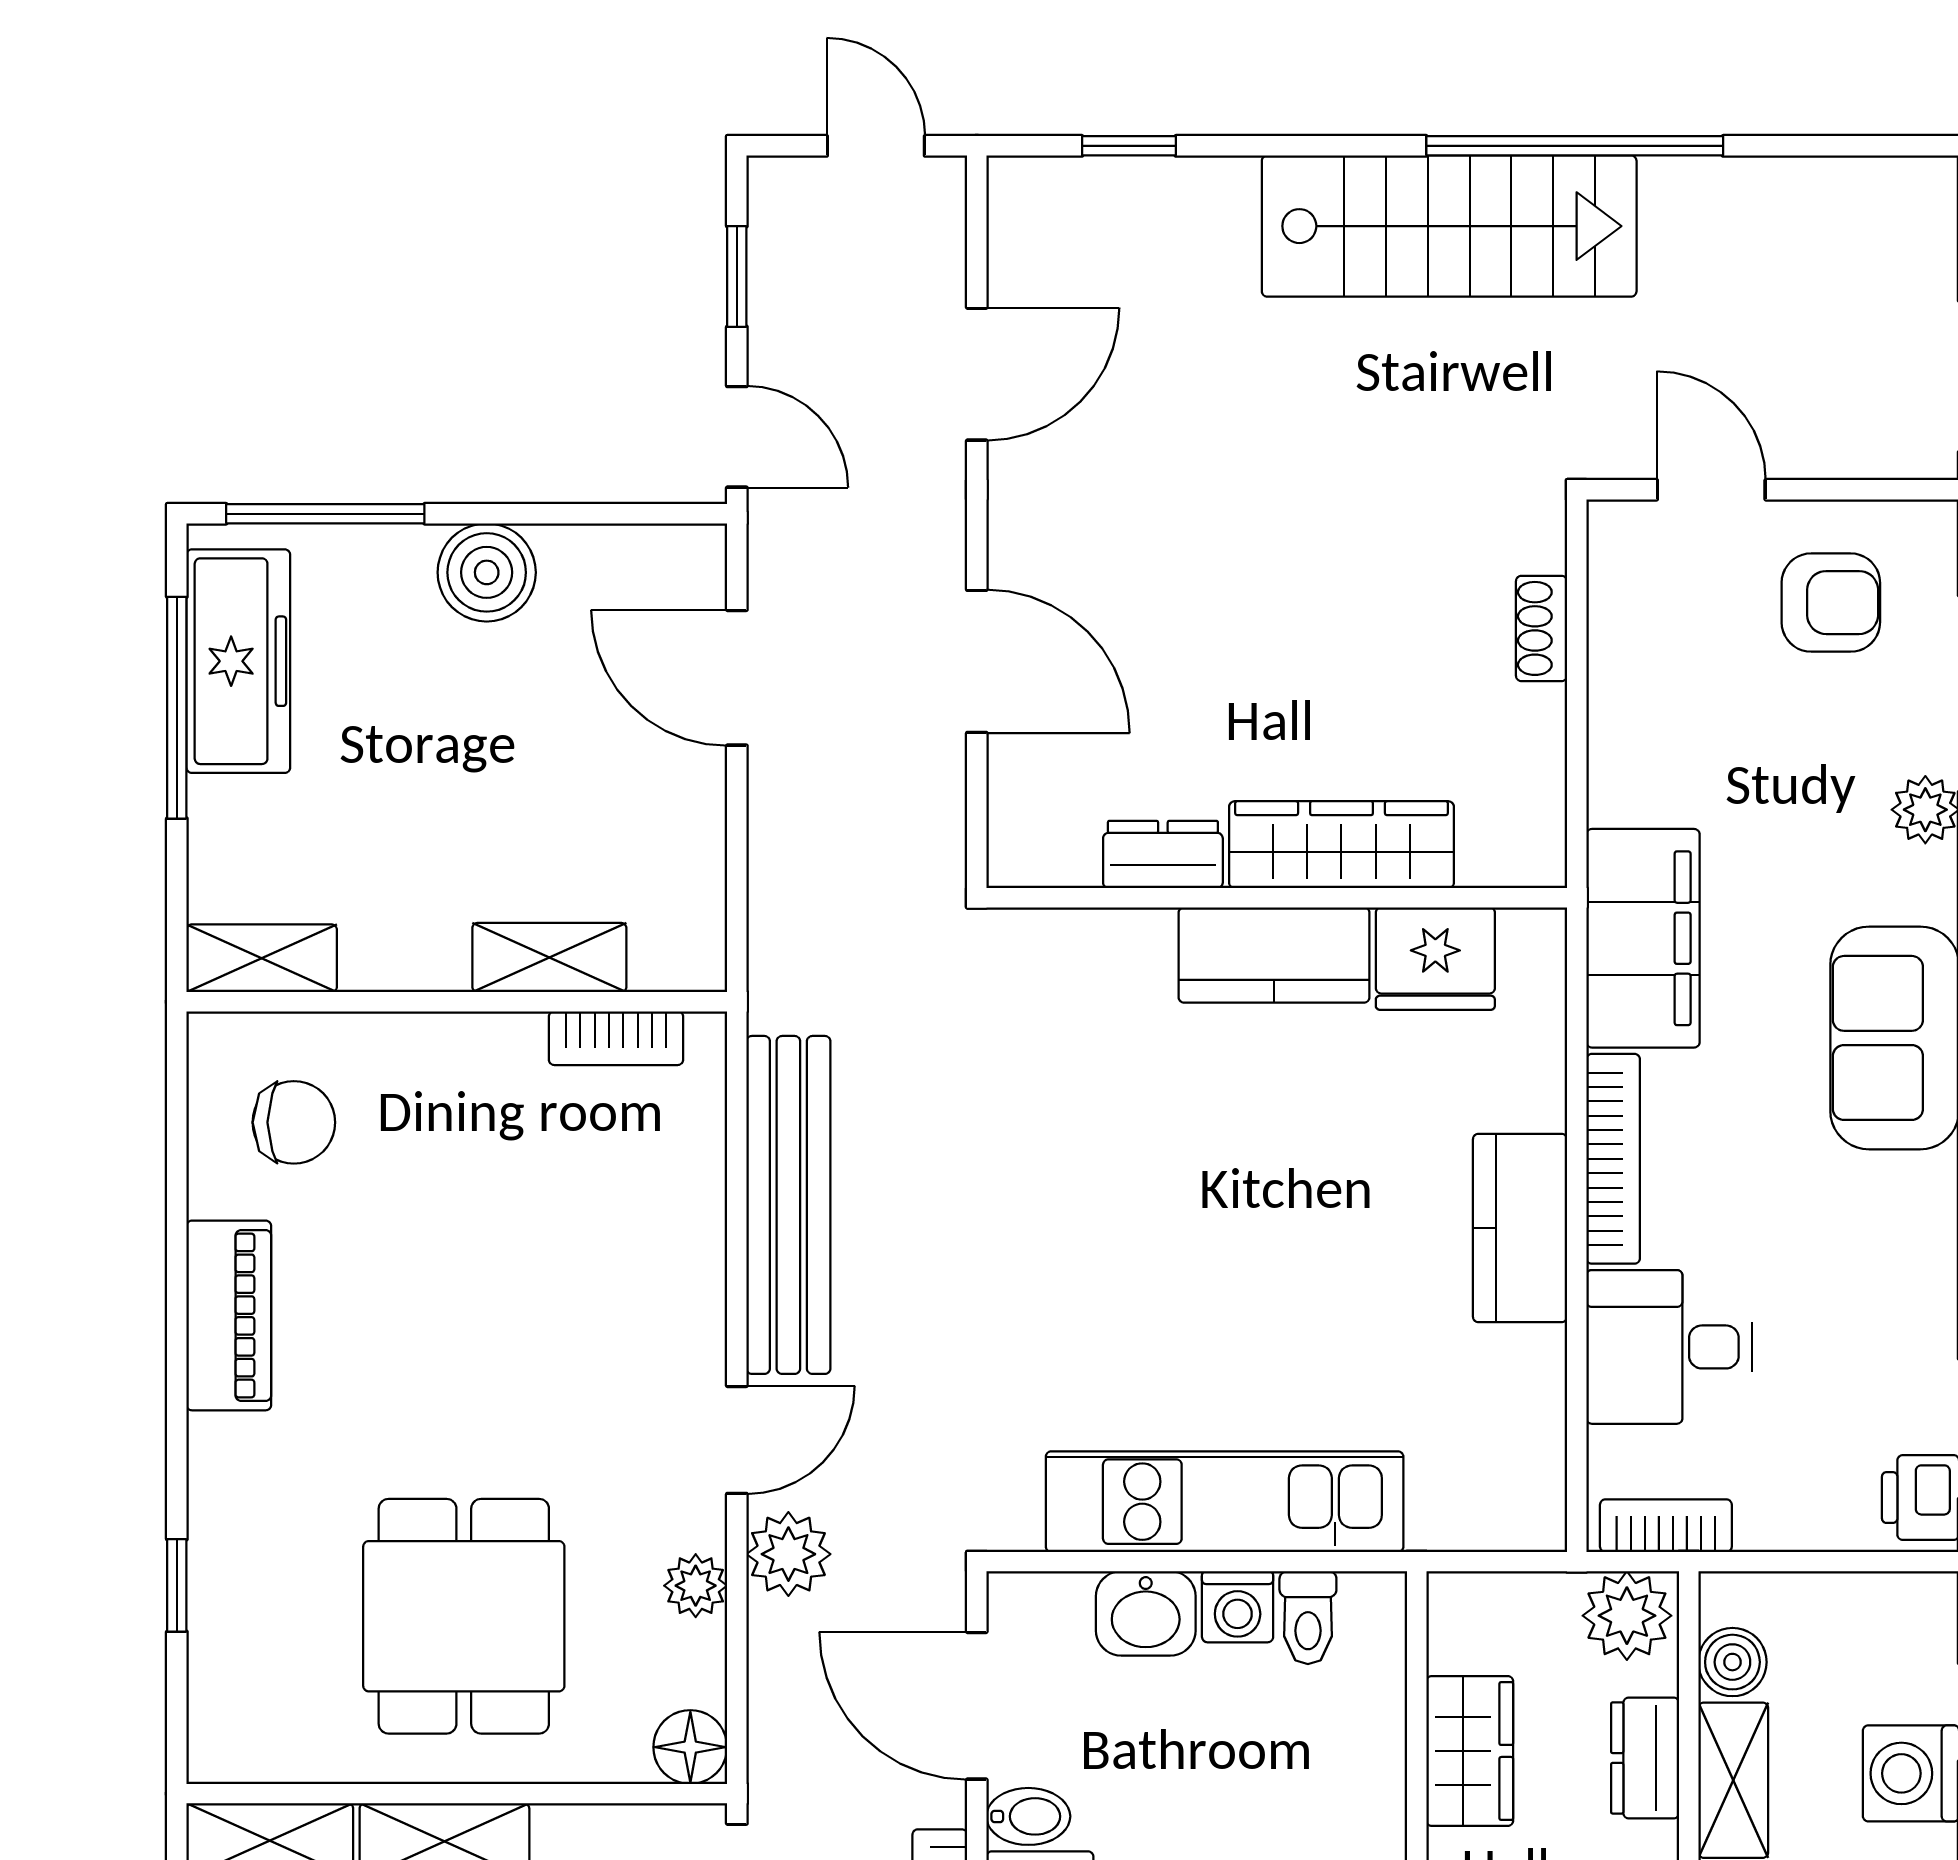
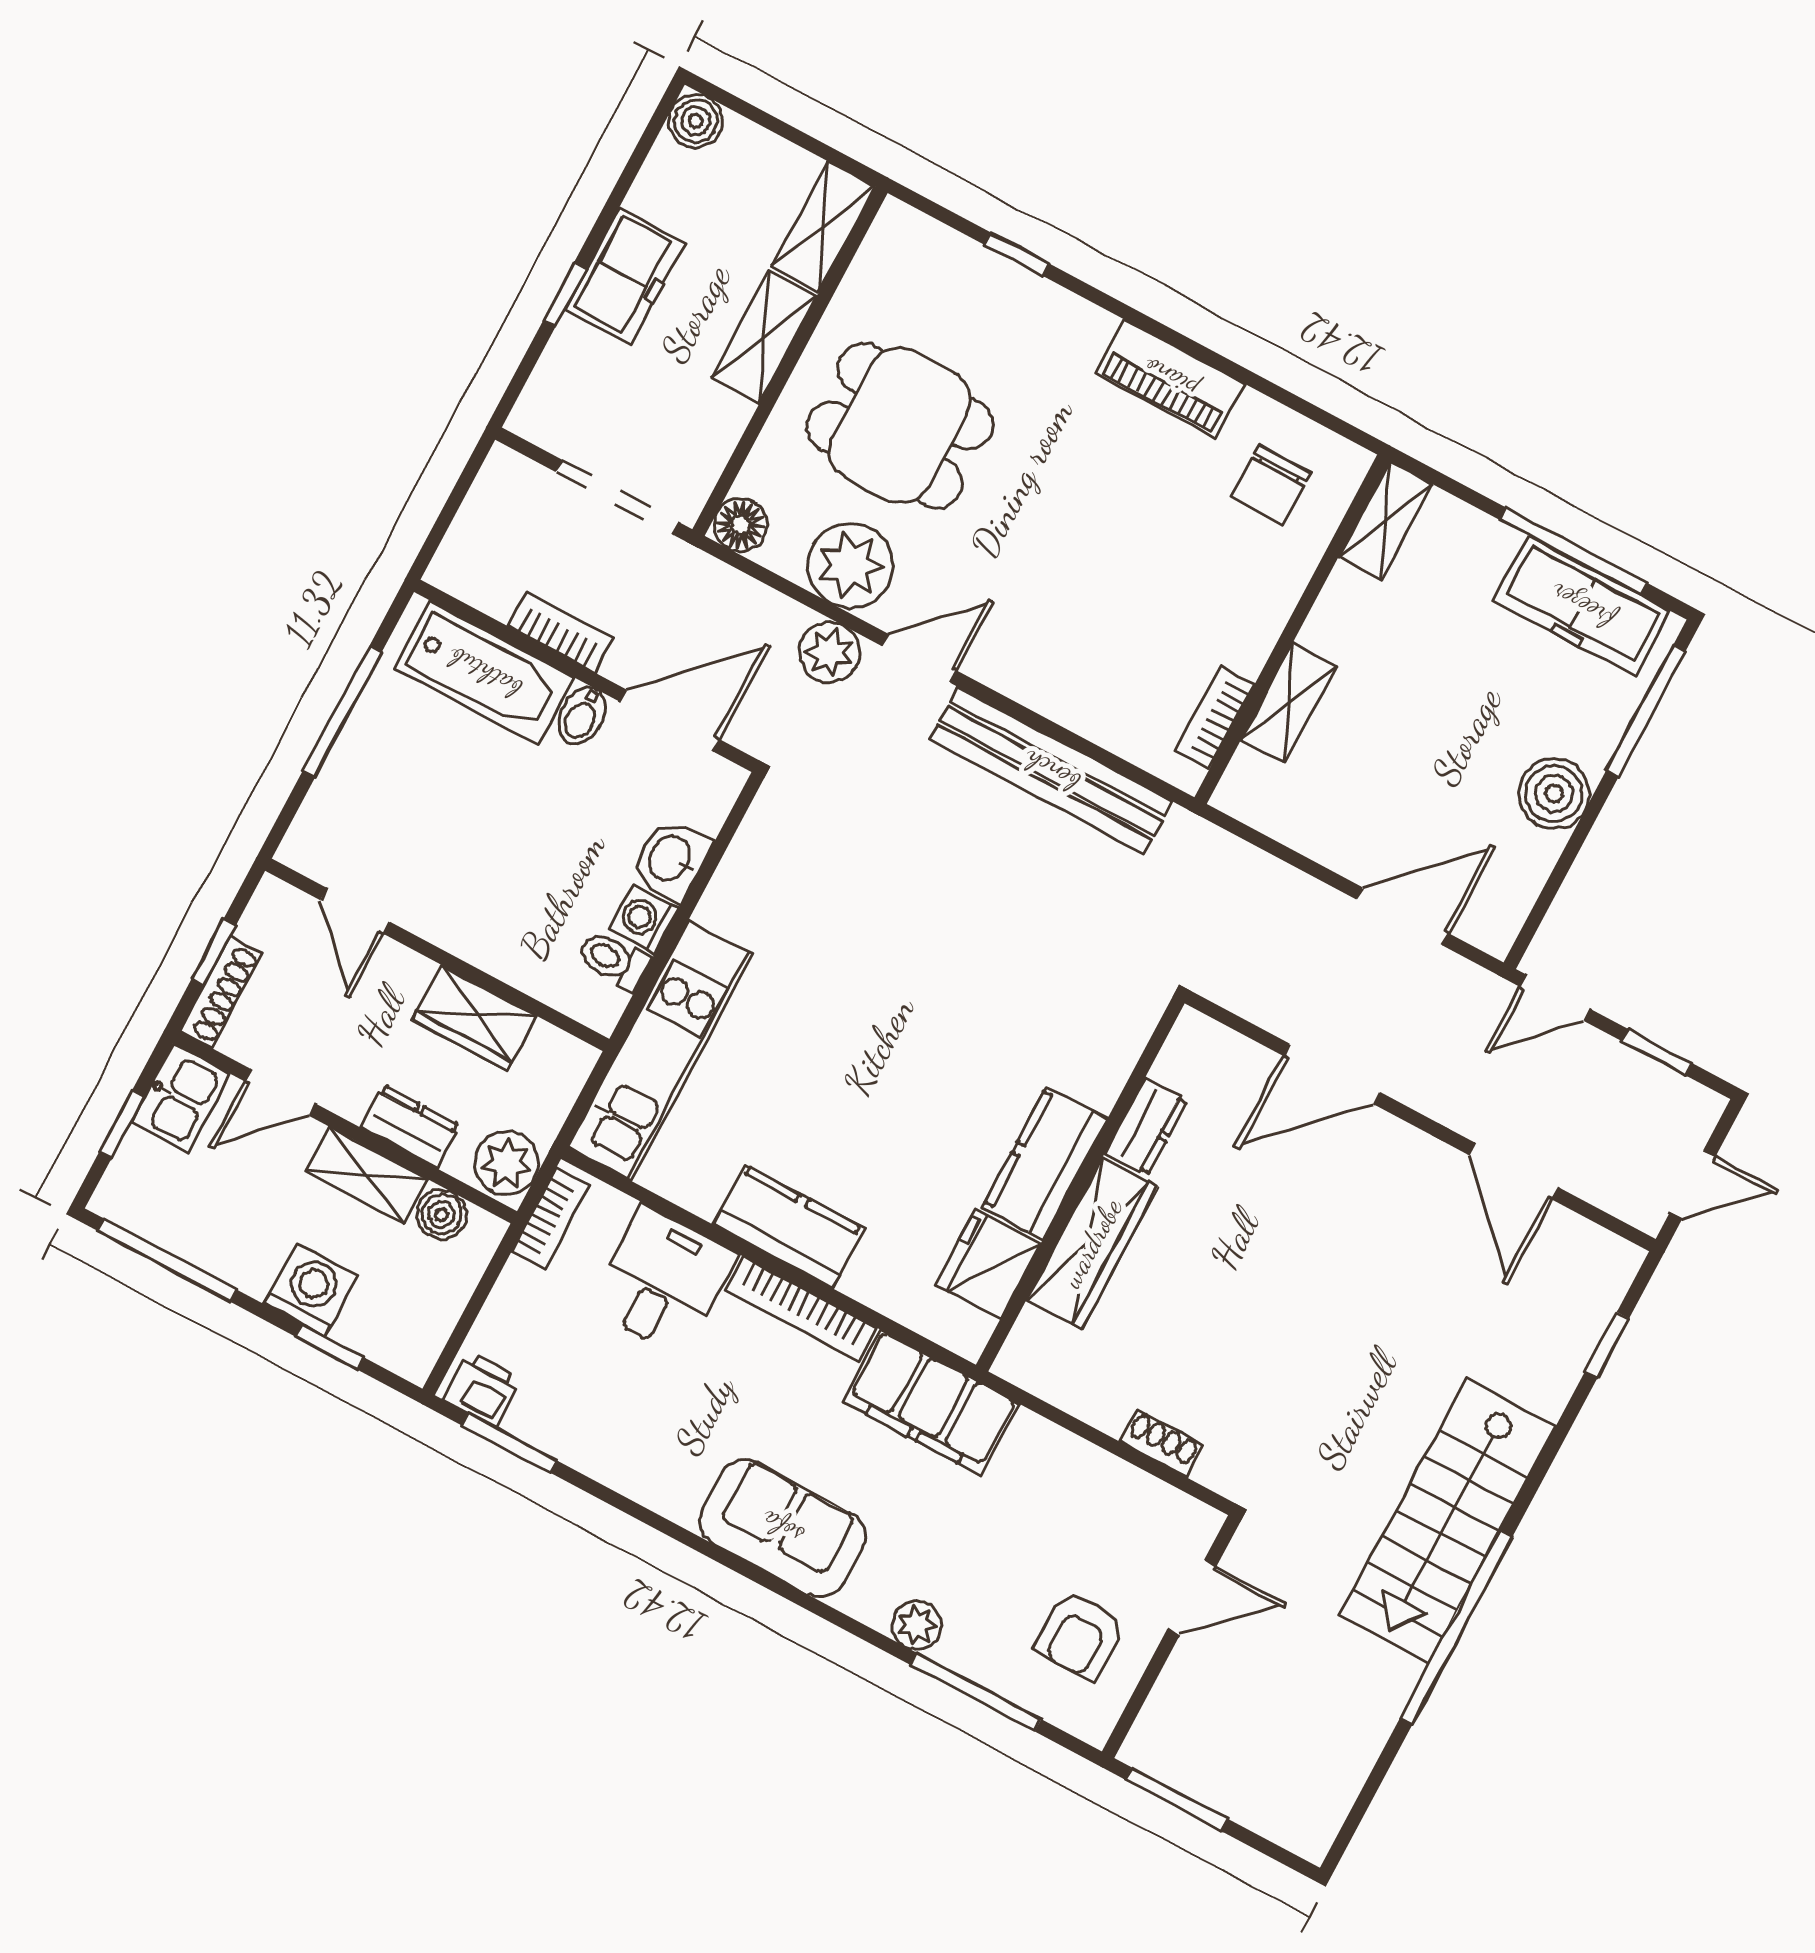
door: (737, 1440) -> (919, 658), swing flipped
kitchen unit: (1225, 1502) -> (660, 1050), moved
plant: (696, 1586) -> (850, 565), width x1.87, depth x1.87

